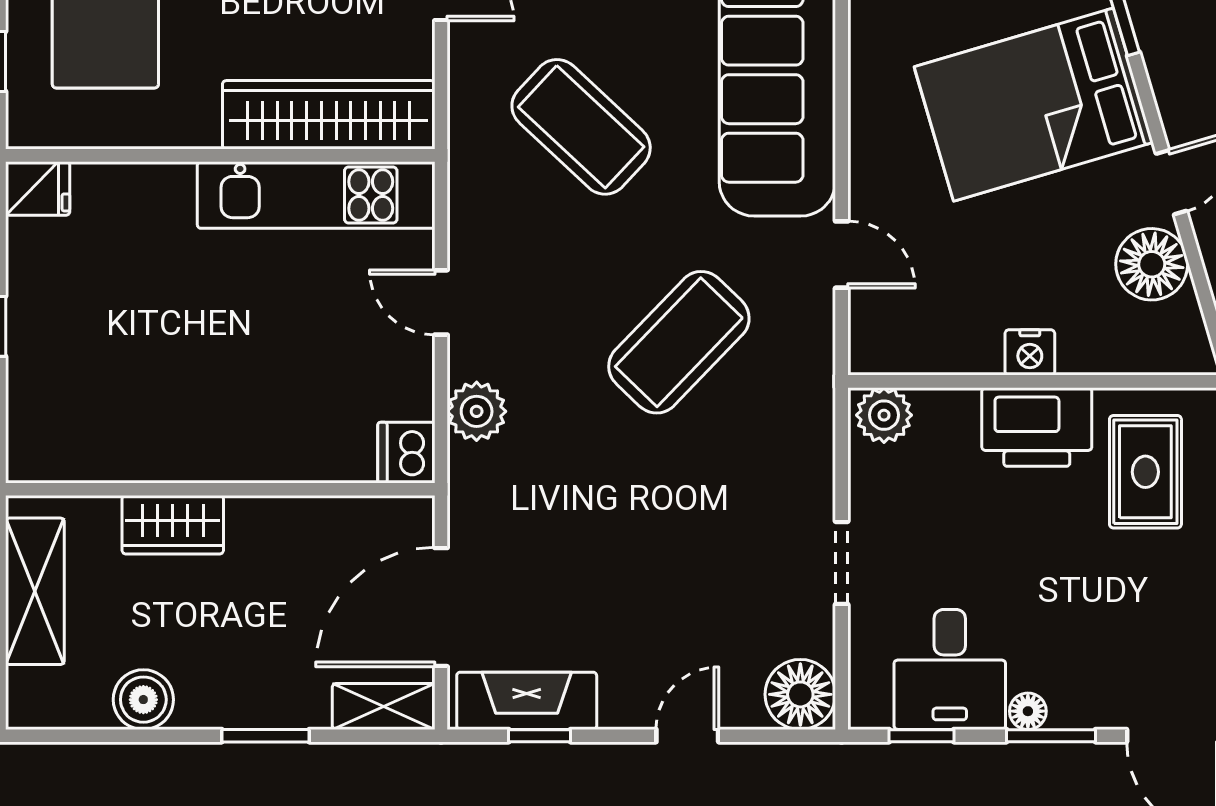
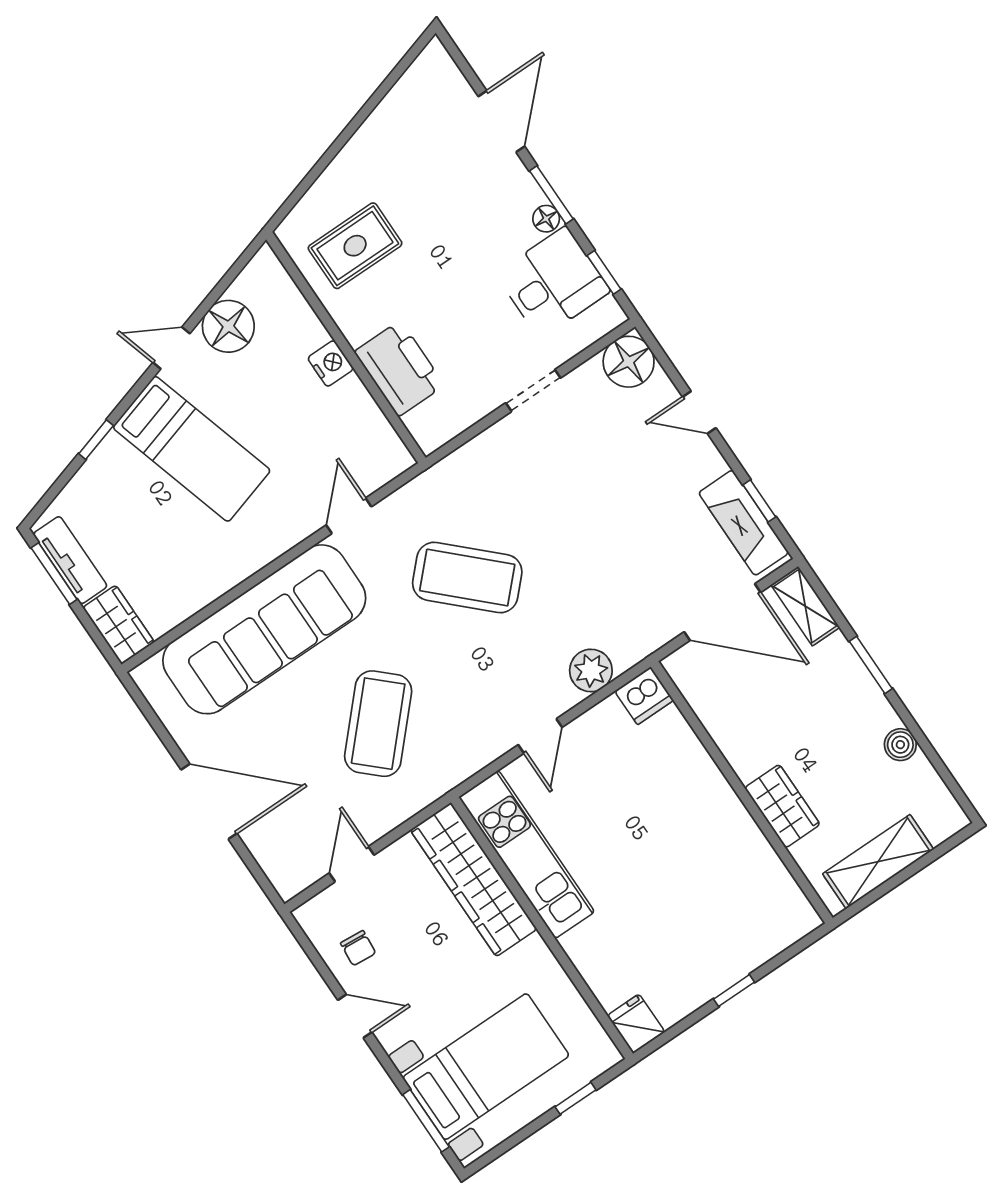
bed: (1034, 105) -> (192, 449), width x0.67
plant: (884, 415) -> (427, 425), removed
printer: (1037, 427) -> (399, 369), moved
boiler: (143, 700) -> (900, 745), width x0.73, depth x0.73

